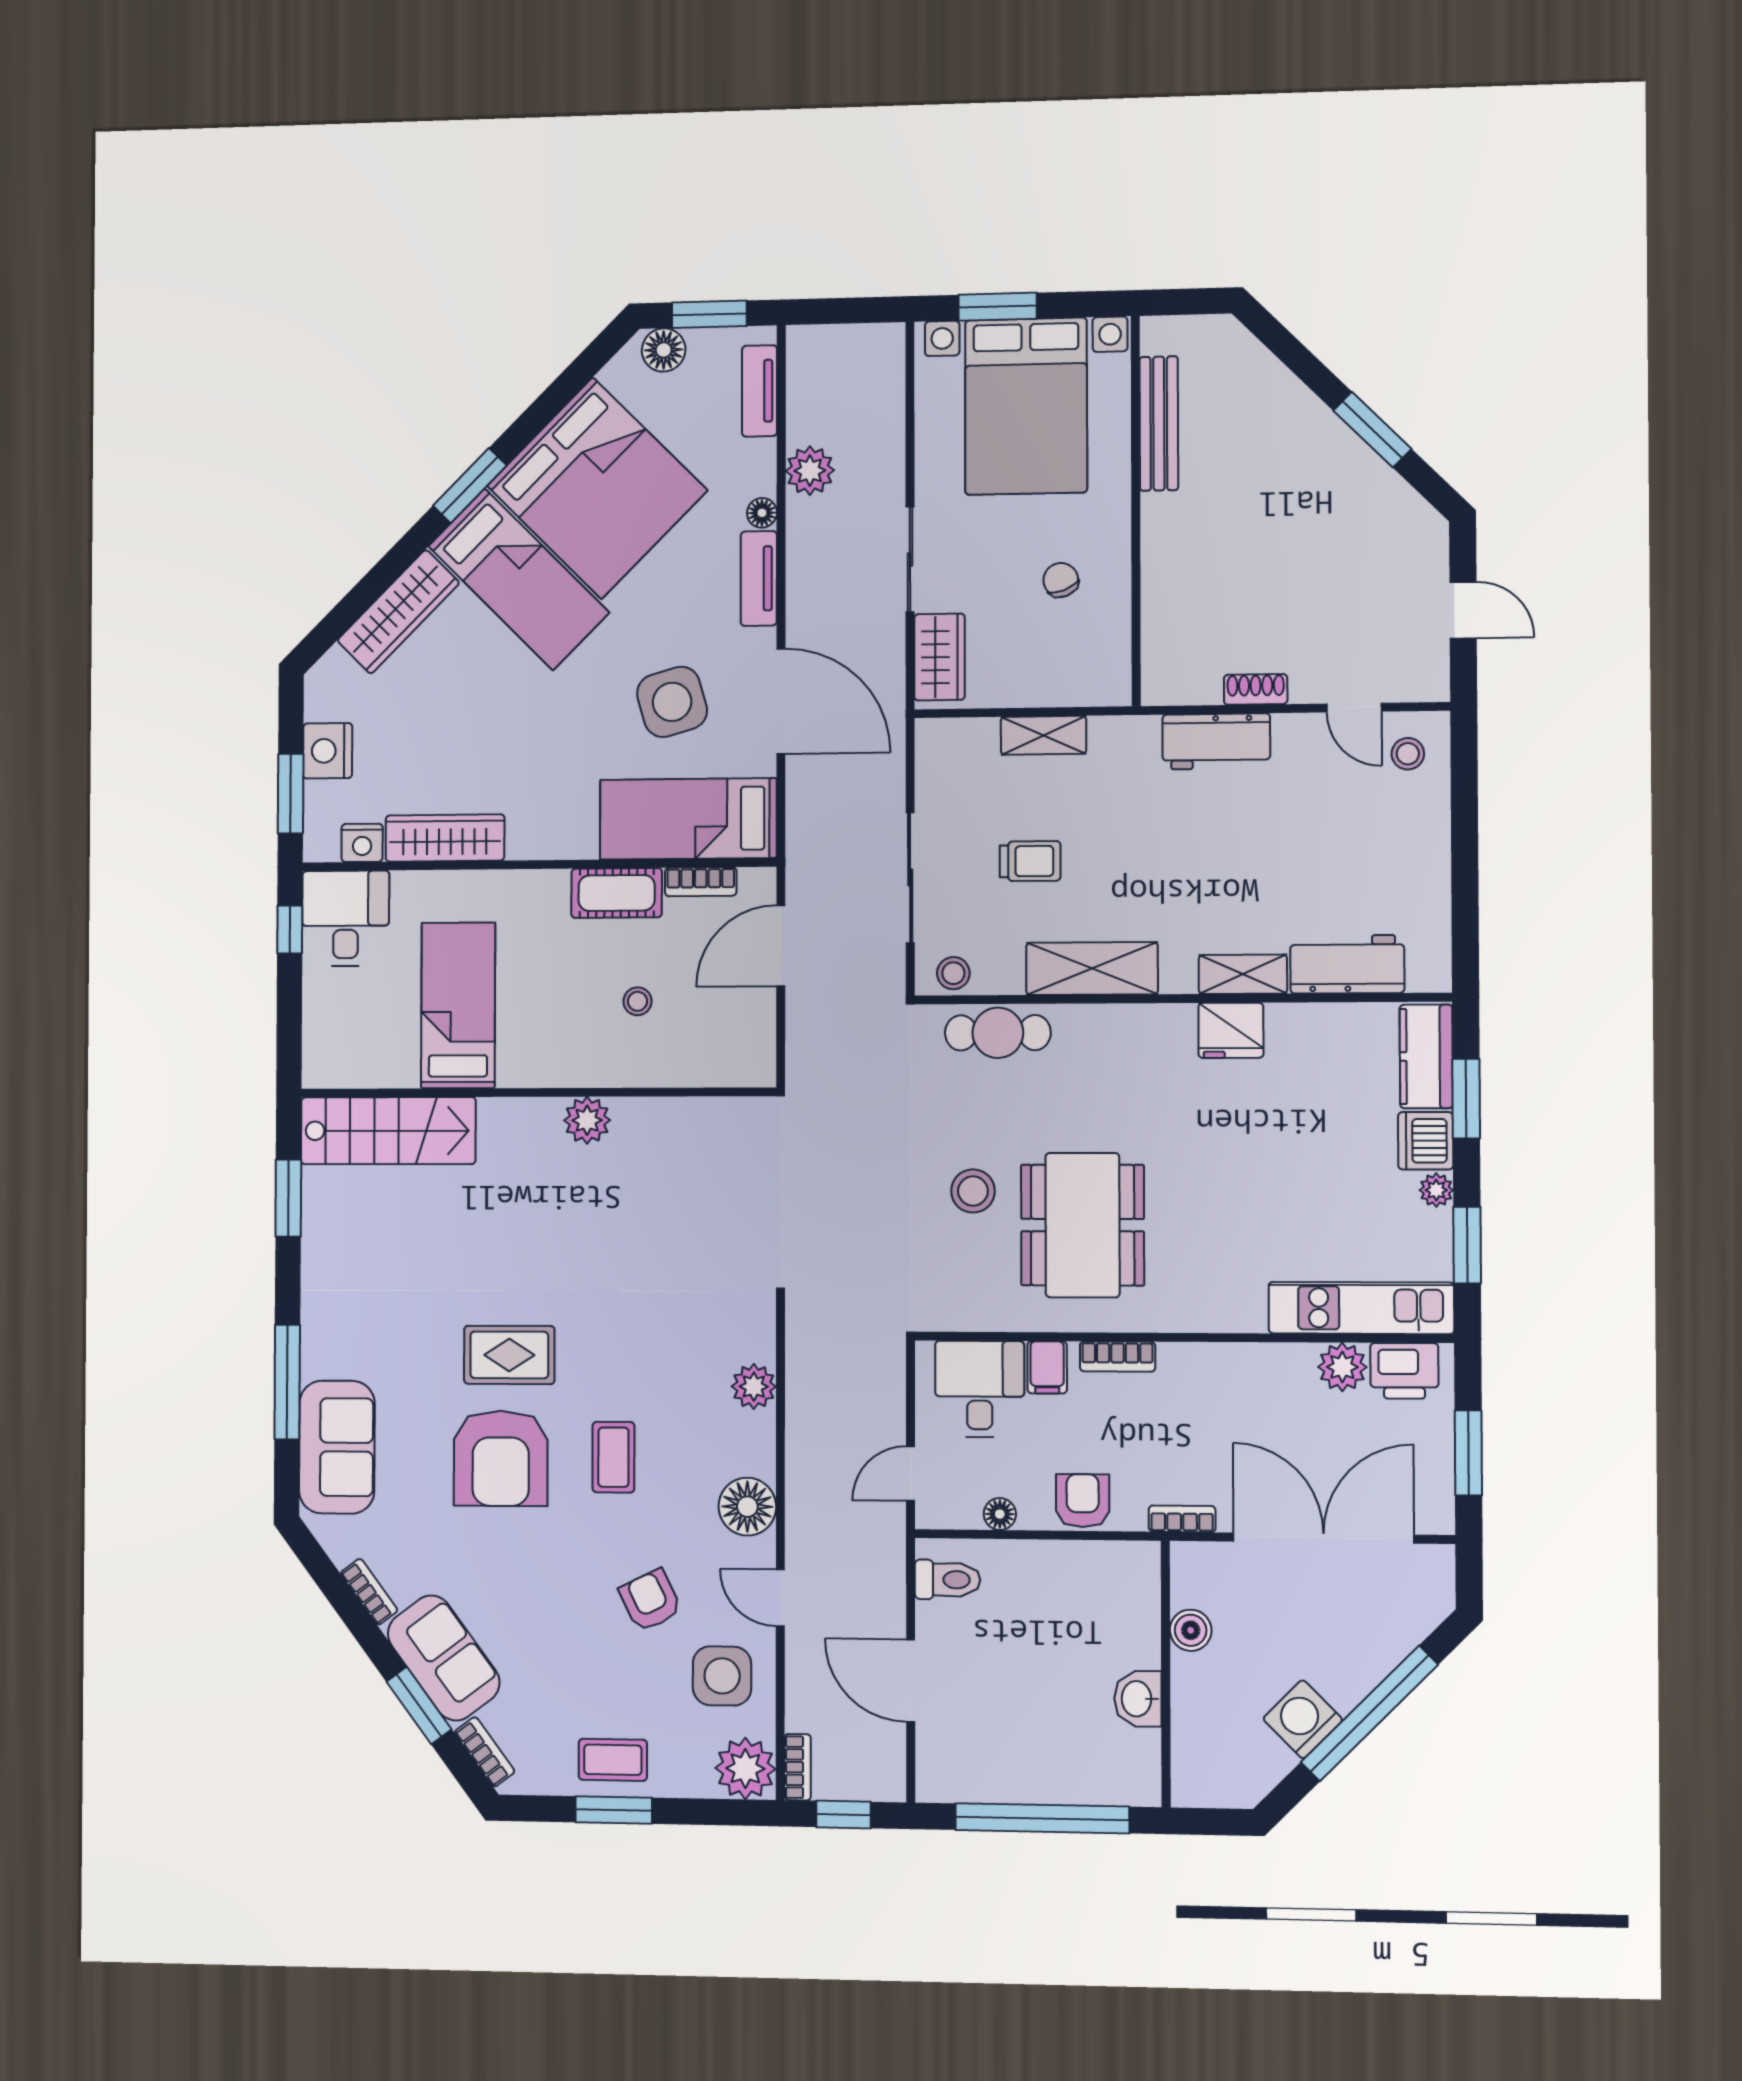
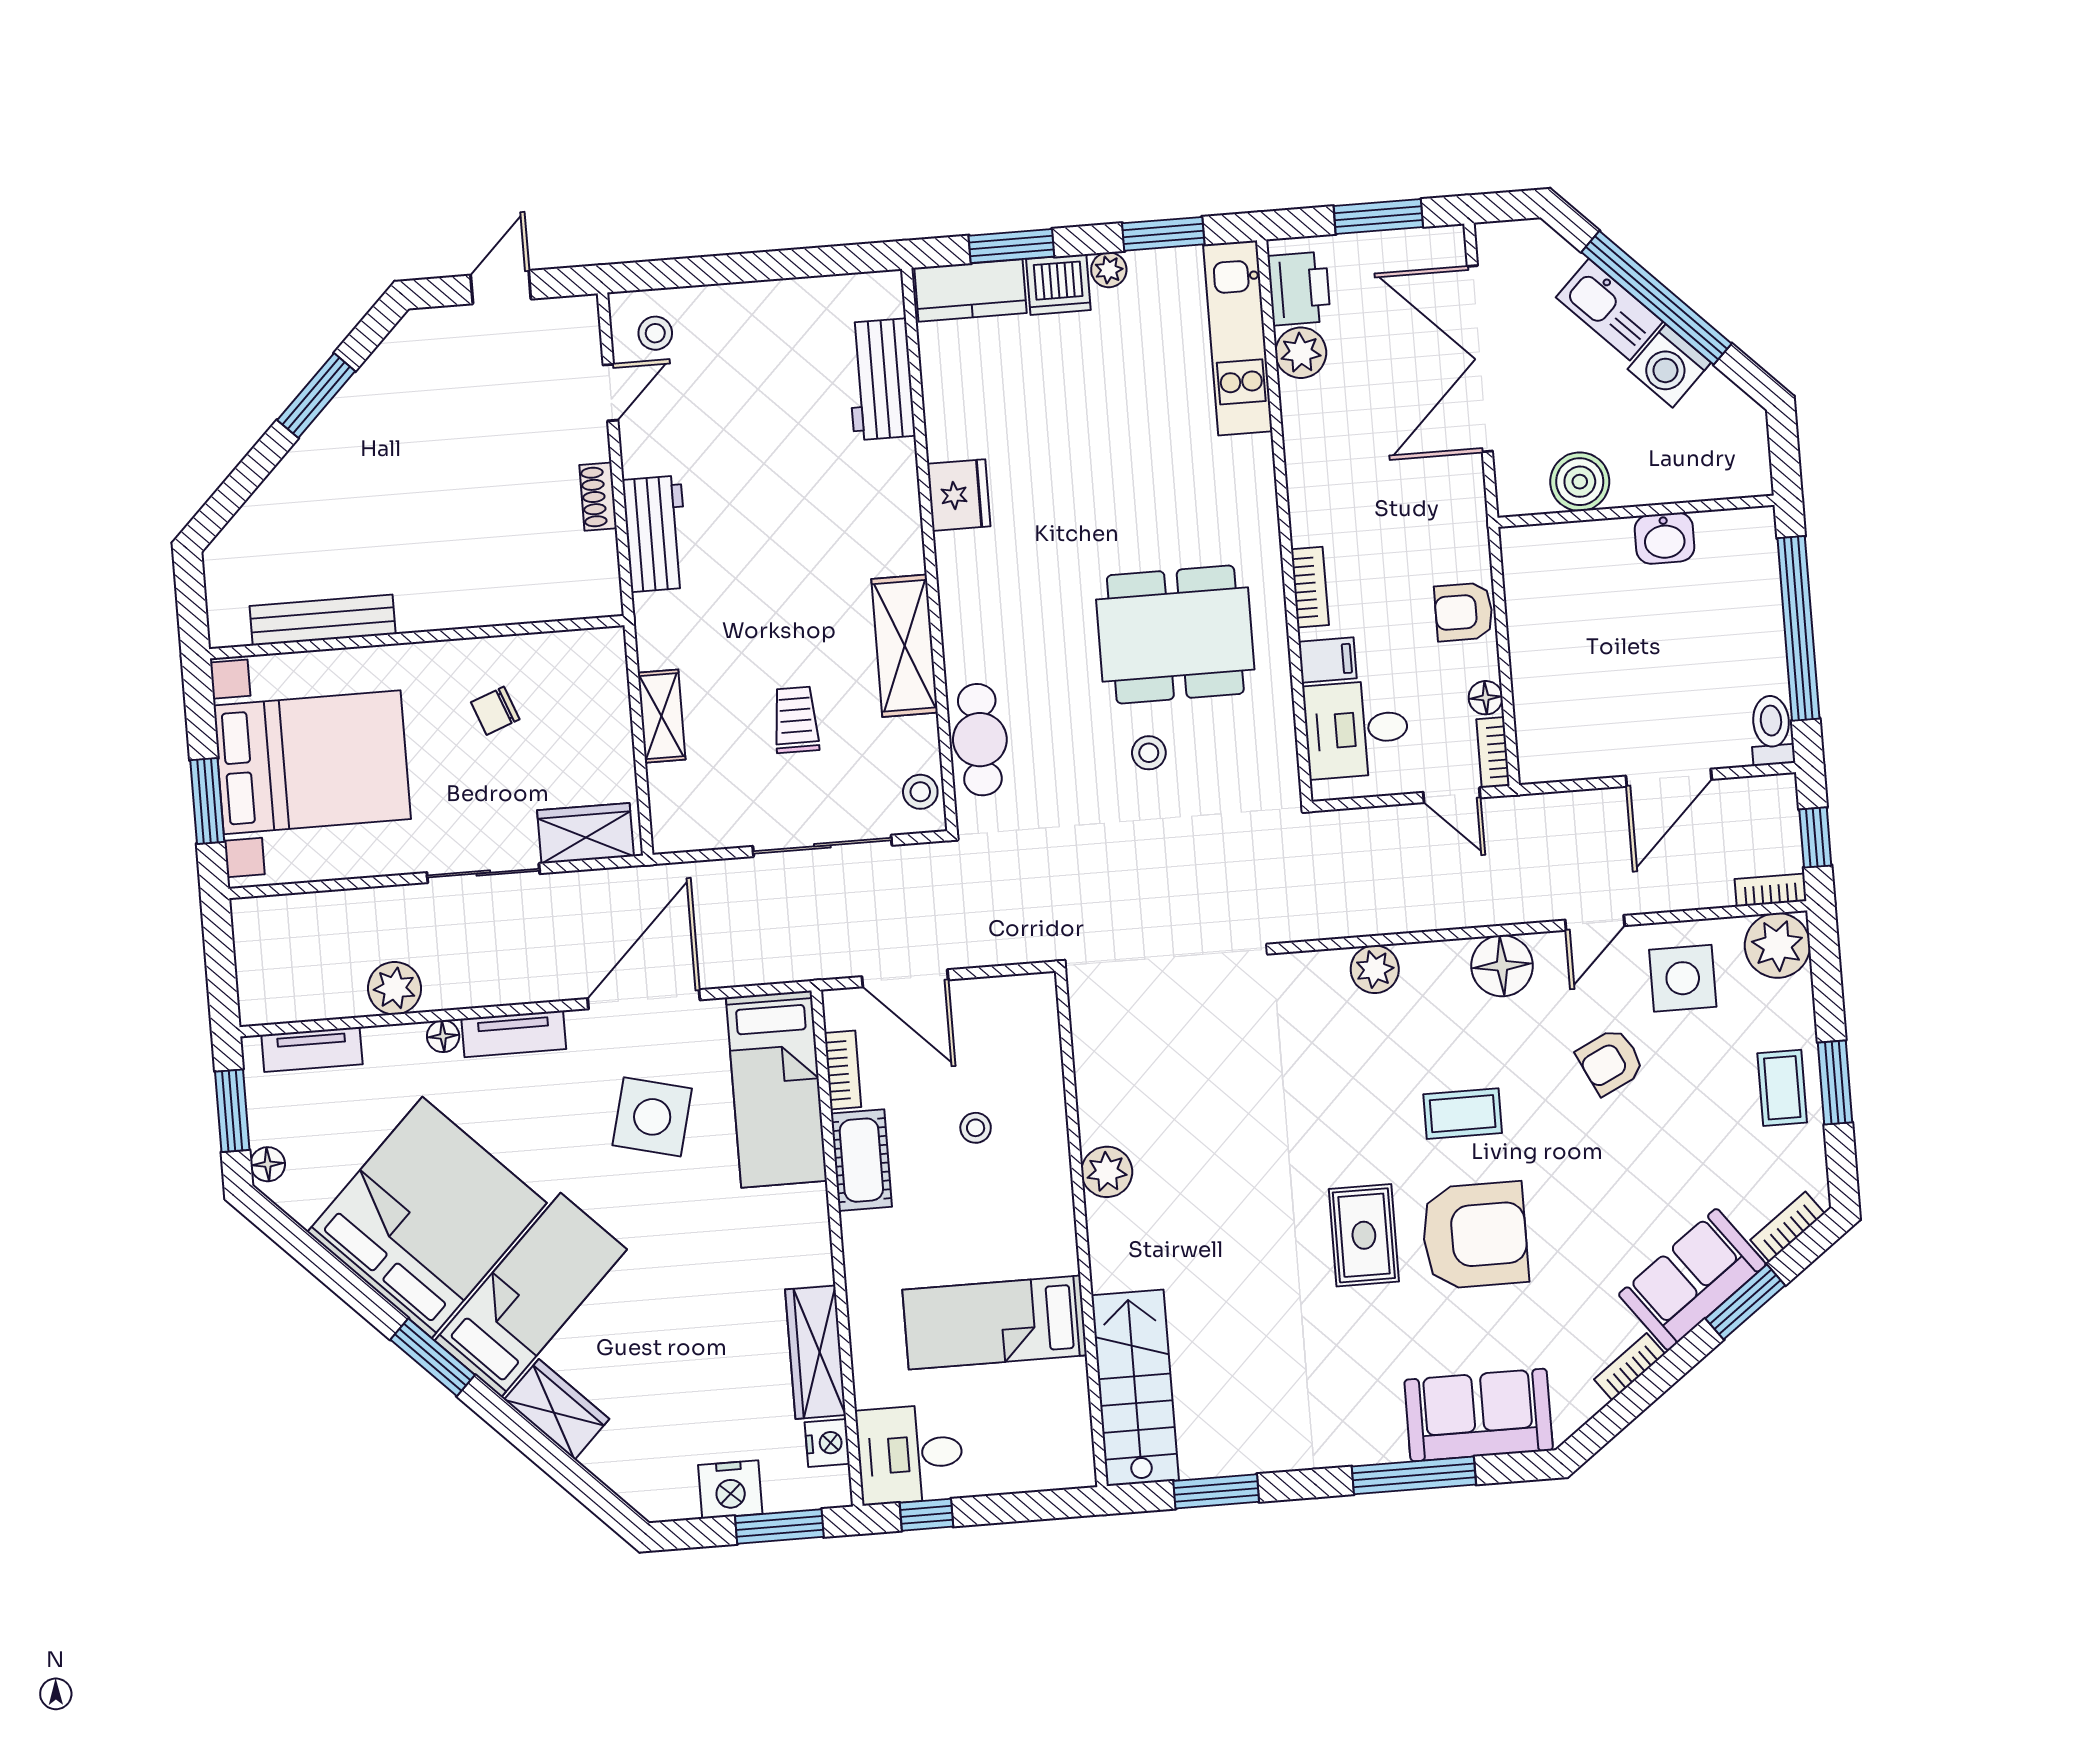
floor lamp: (664, 350) -> (268, 1164), width x0.73, depth x0.73
wardrobe: (398, 612) -> (557, 1409), width x0.67
side table: (672, 702) -> (652, 1117), turned 30
shelving: (1243, 974) -> (899, 487), removed
stool: (973, 1191) -> (1149, 753), width x0.73, depth x0.73
bookcase: (1182, 1519) -> (1493, 752), moved
toilet: (947, 1580) -> (1772, 730), moved
boiler: (1191, 1630) -> (1580, 482), width x1.36, depth x1.36
kitchen sink: (1362, 1667) -> (1609, 310), added

